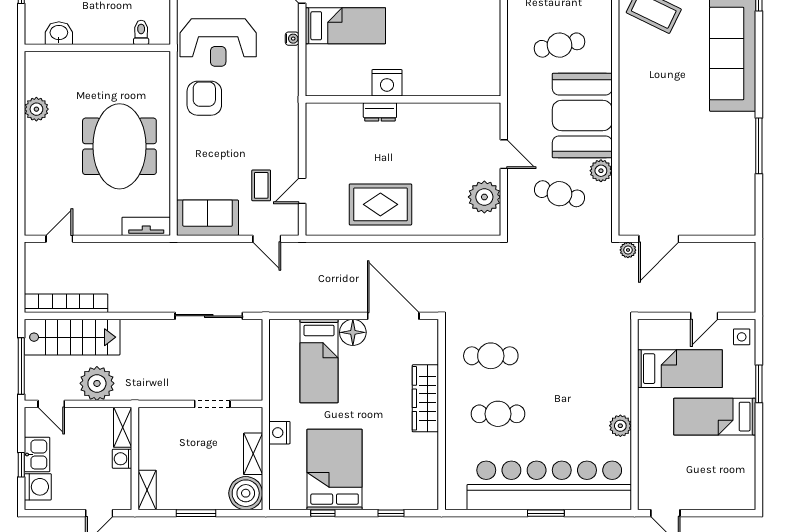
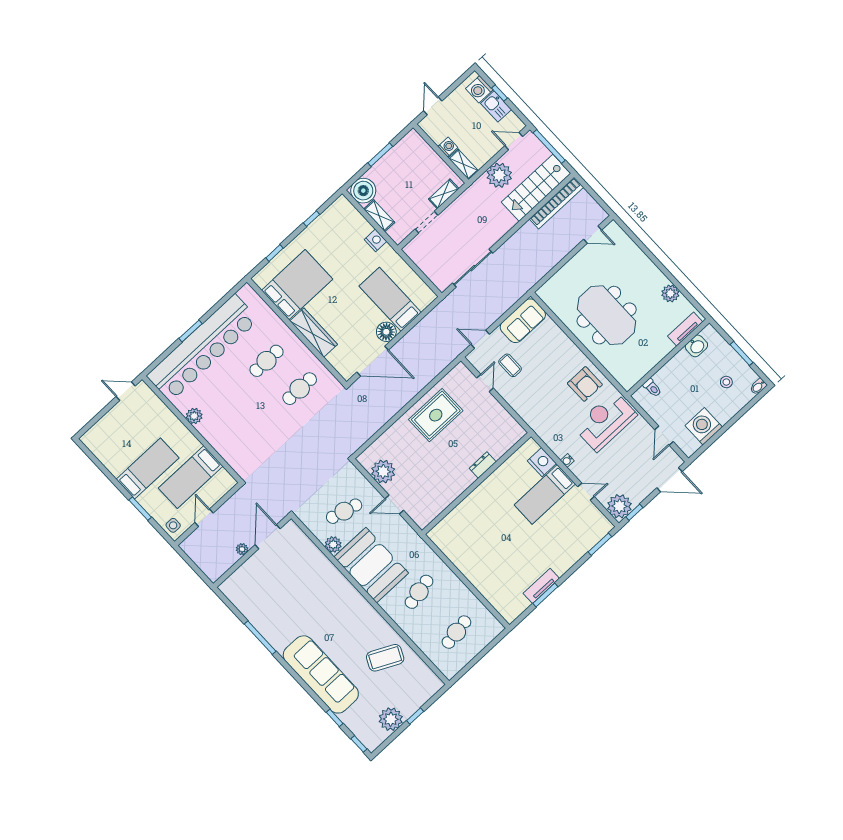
nightstand: (387, 83) -> (542, 462), moved, turned 90
tv unit: (146, 226) -> (685, 329), moved, turned 180
door: (59, 239) -> (593, 235), hinge flipped
plant: (628, 250) -> (242, 549), moved
bed: (335, 469) -> (297, 285), moved, turned -90
shelving: (147, 490) -> (444, 194), moved, turned 90

